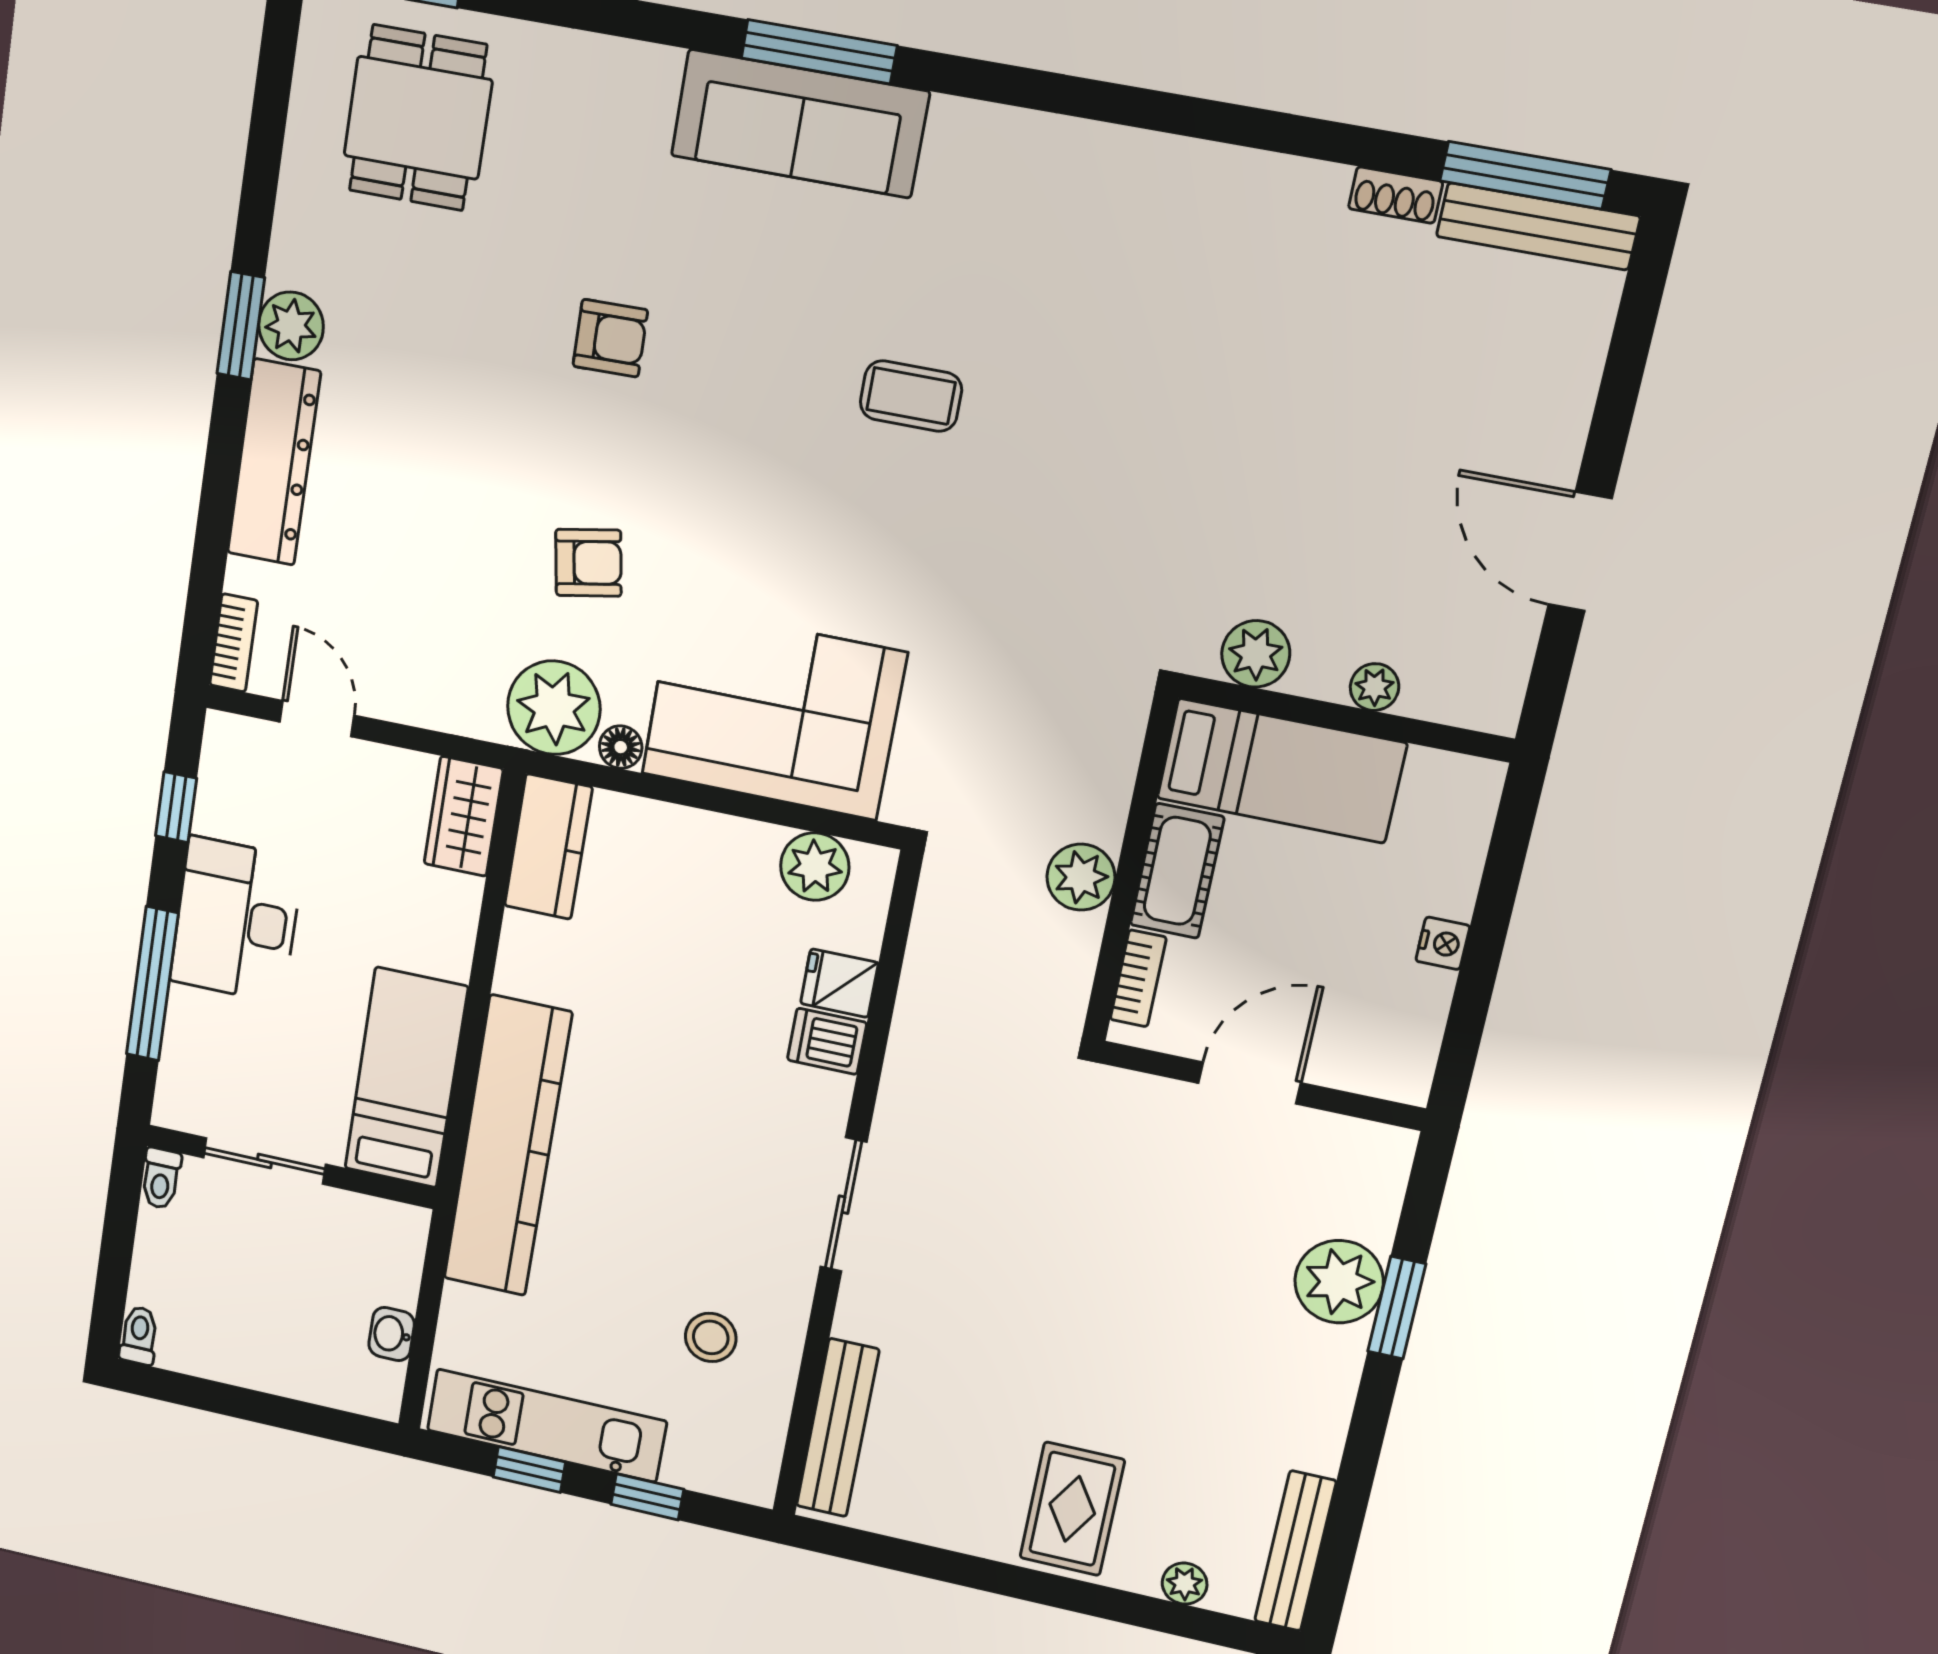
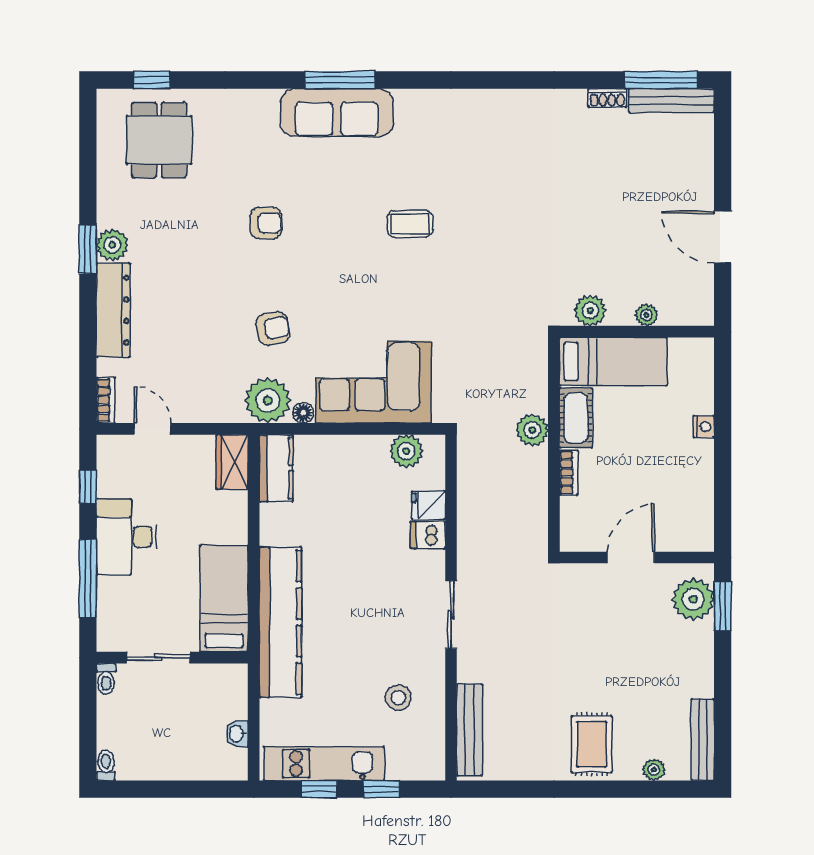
door: (1250, 1083) -> (631, 558), moved
wall: (1262, 1086) -> (637, 558), moved

